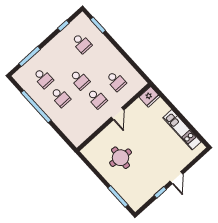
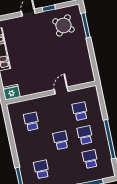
school desk: (97, 99) -> (80, 111), moved
door: (117, 114) -> (61, 91), moved
round table: (121, 158) -> (63, 25), moved, turned 33

